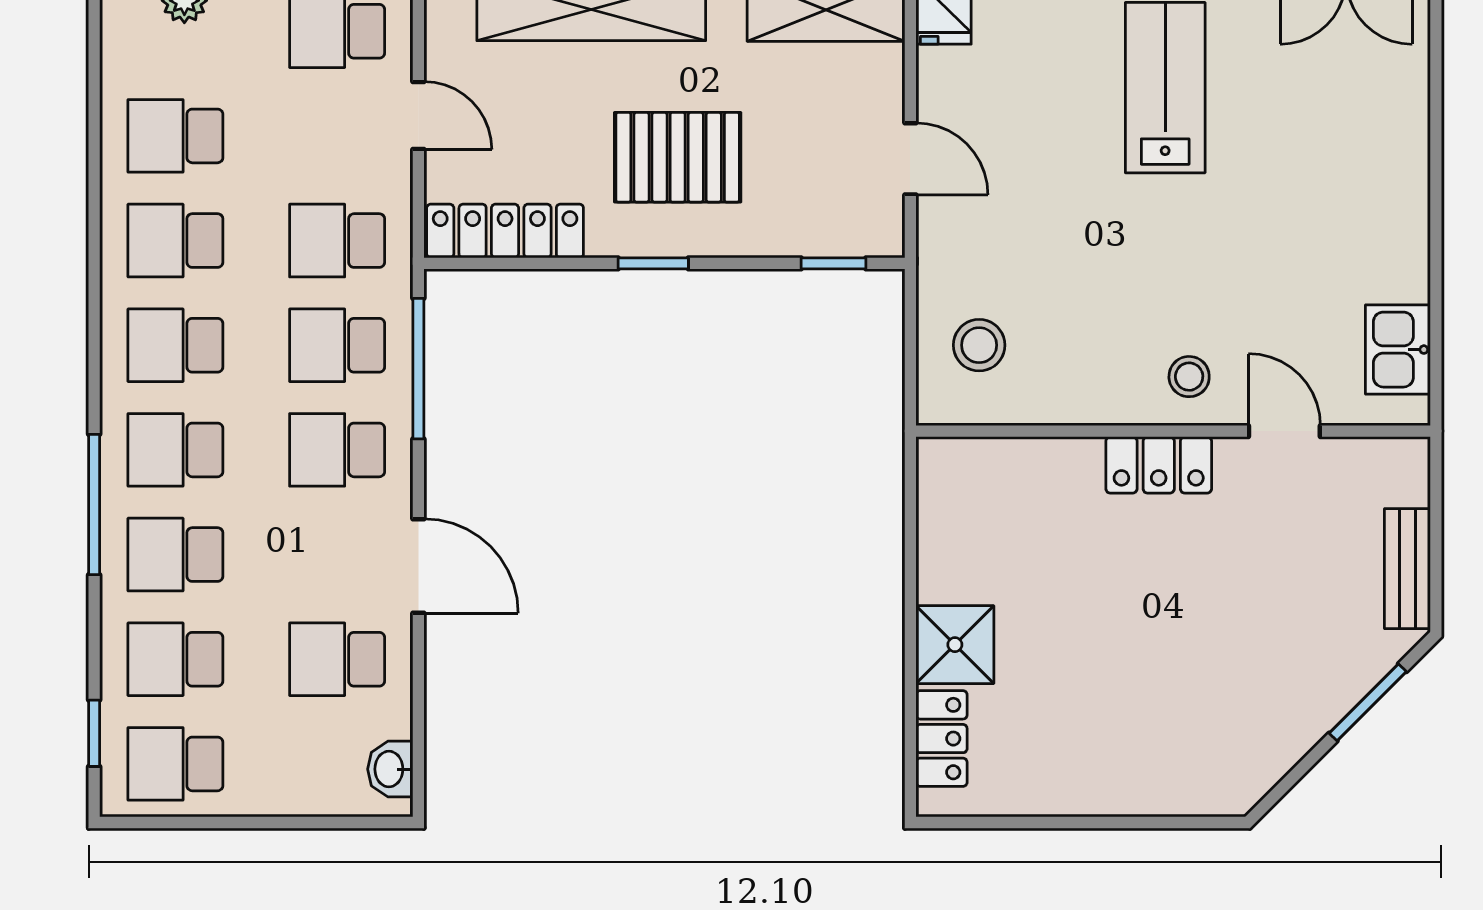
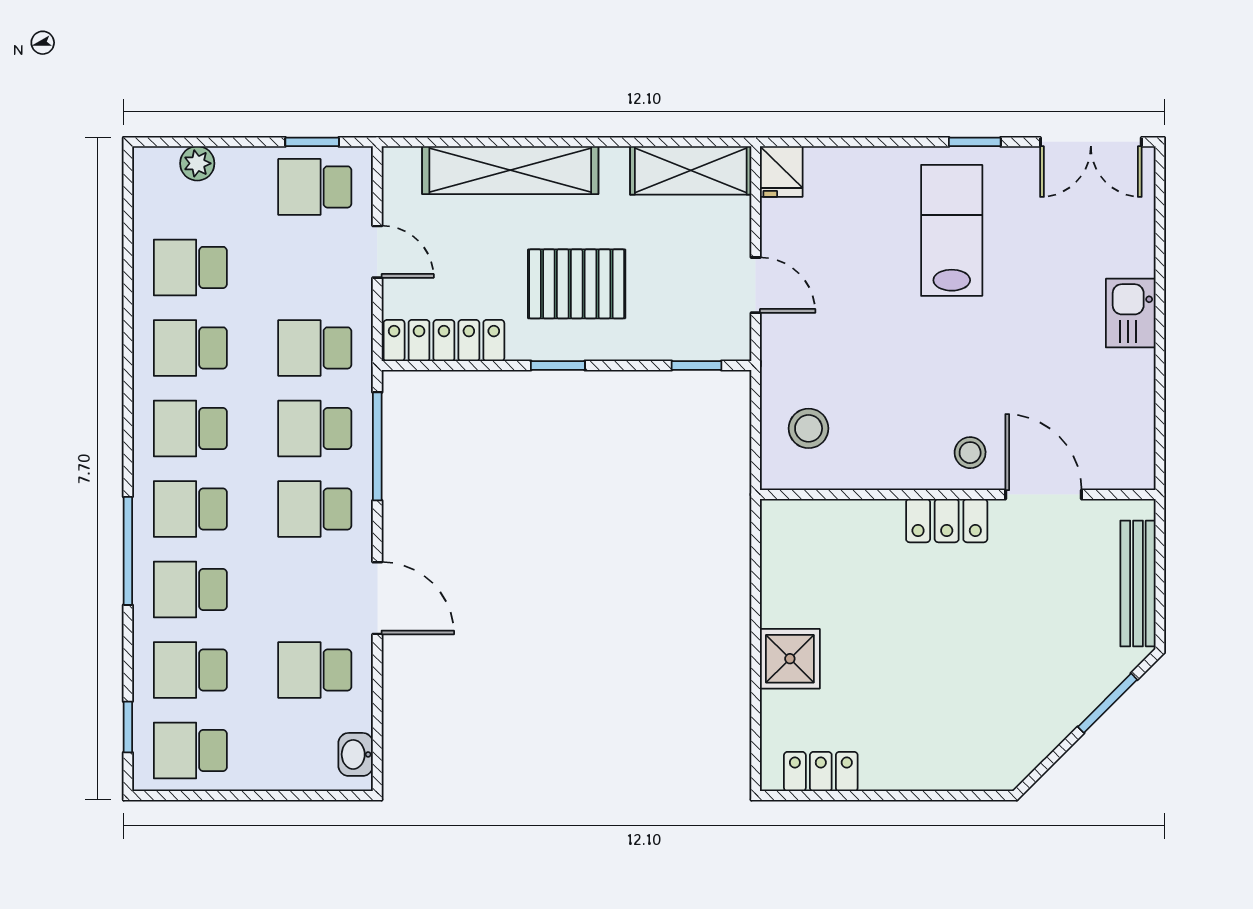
kitchen sink: (1398, 350) -> (1131, 313), moved
door: (1284, 431) -> (1043, 495), width x1.38
bench: (1407, 569) -> (1138, 583), width x1.36
locker: (942, 739) -> (821, 772), moved, turned -90

